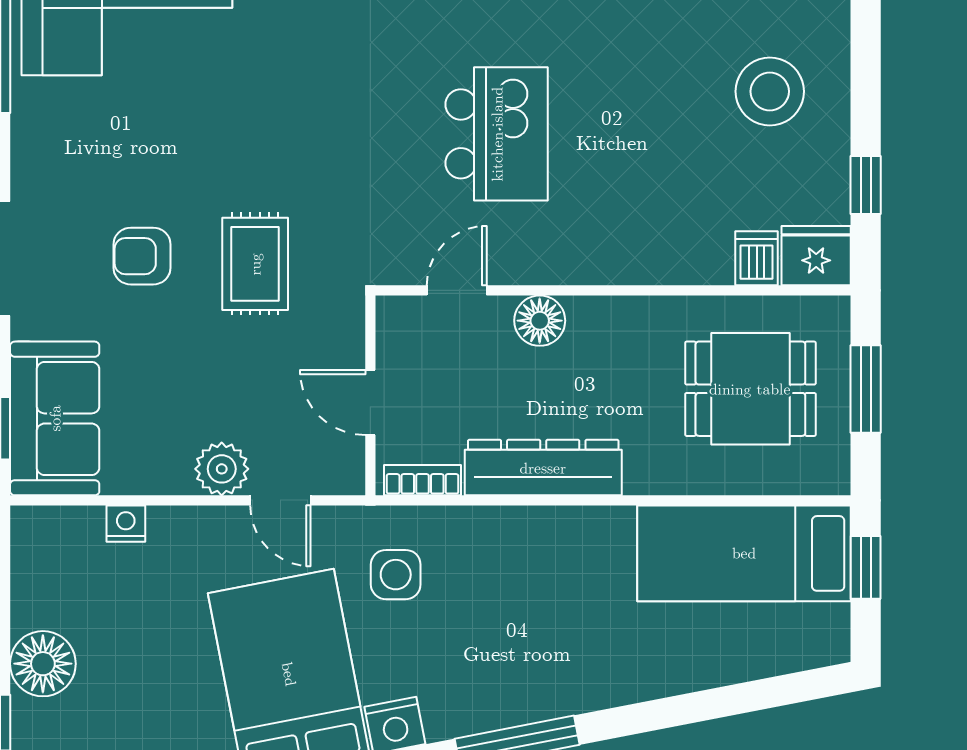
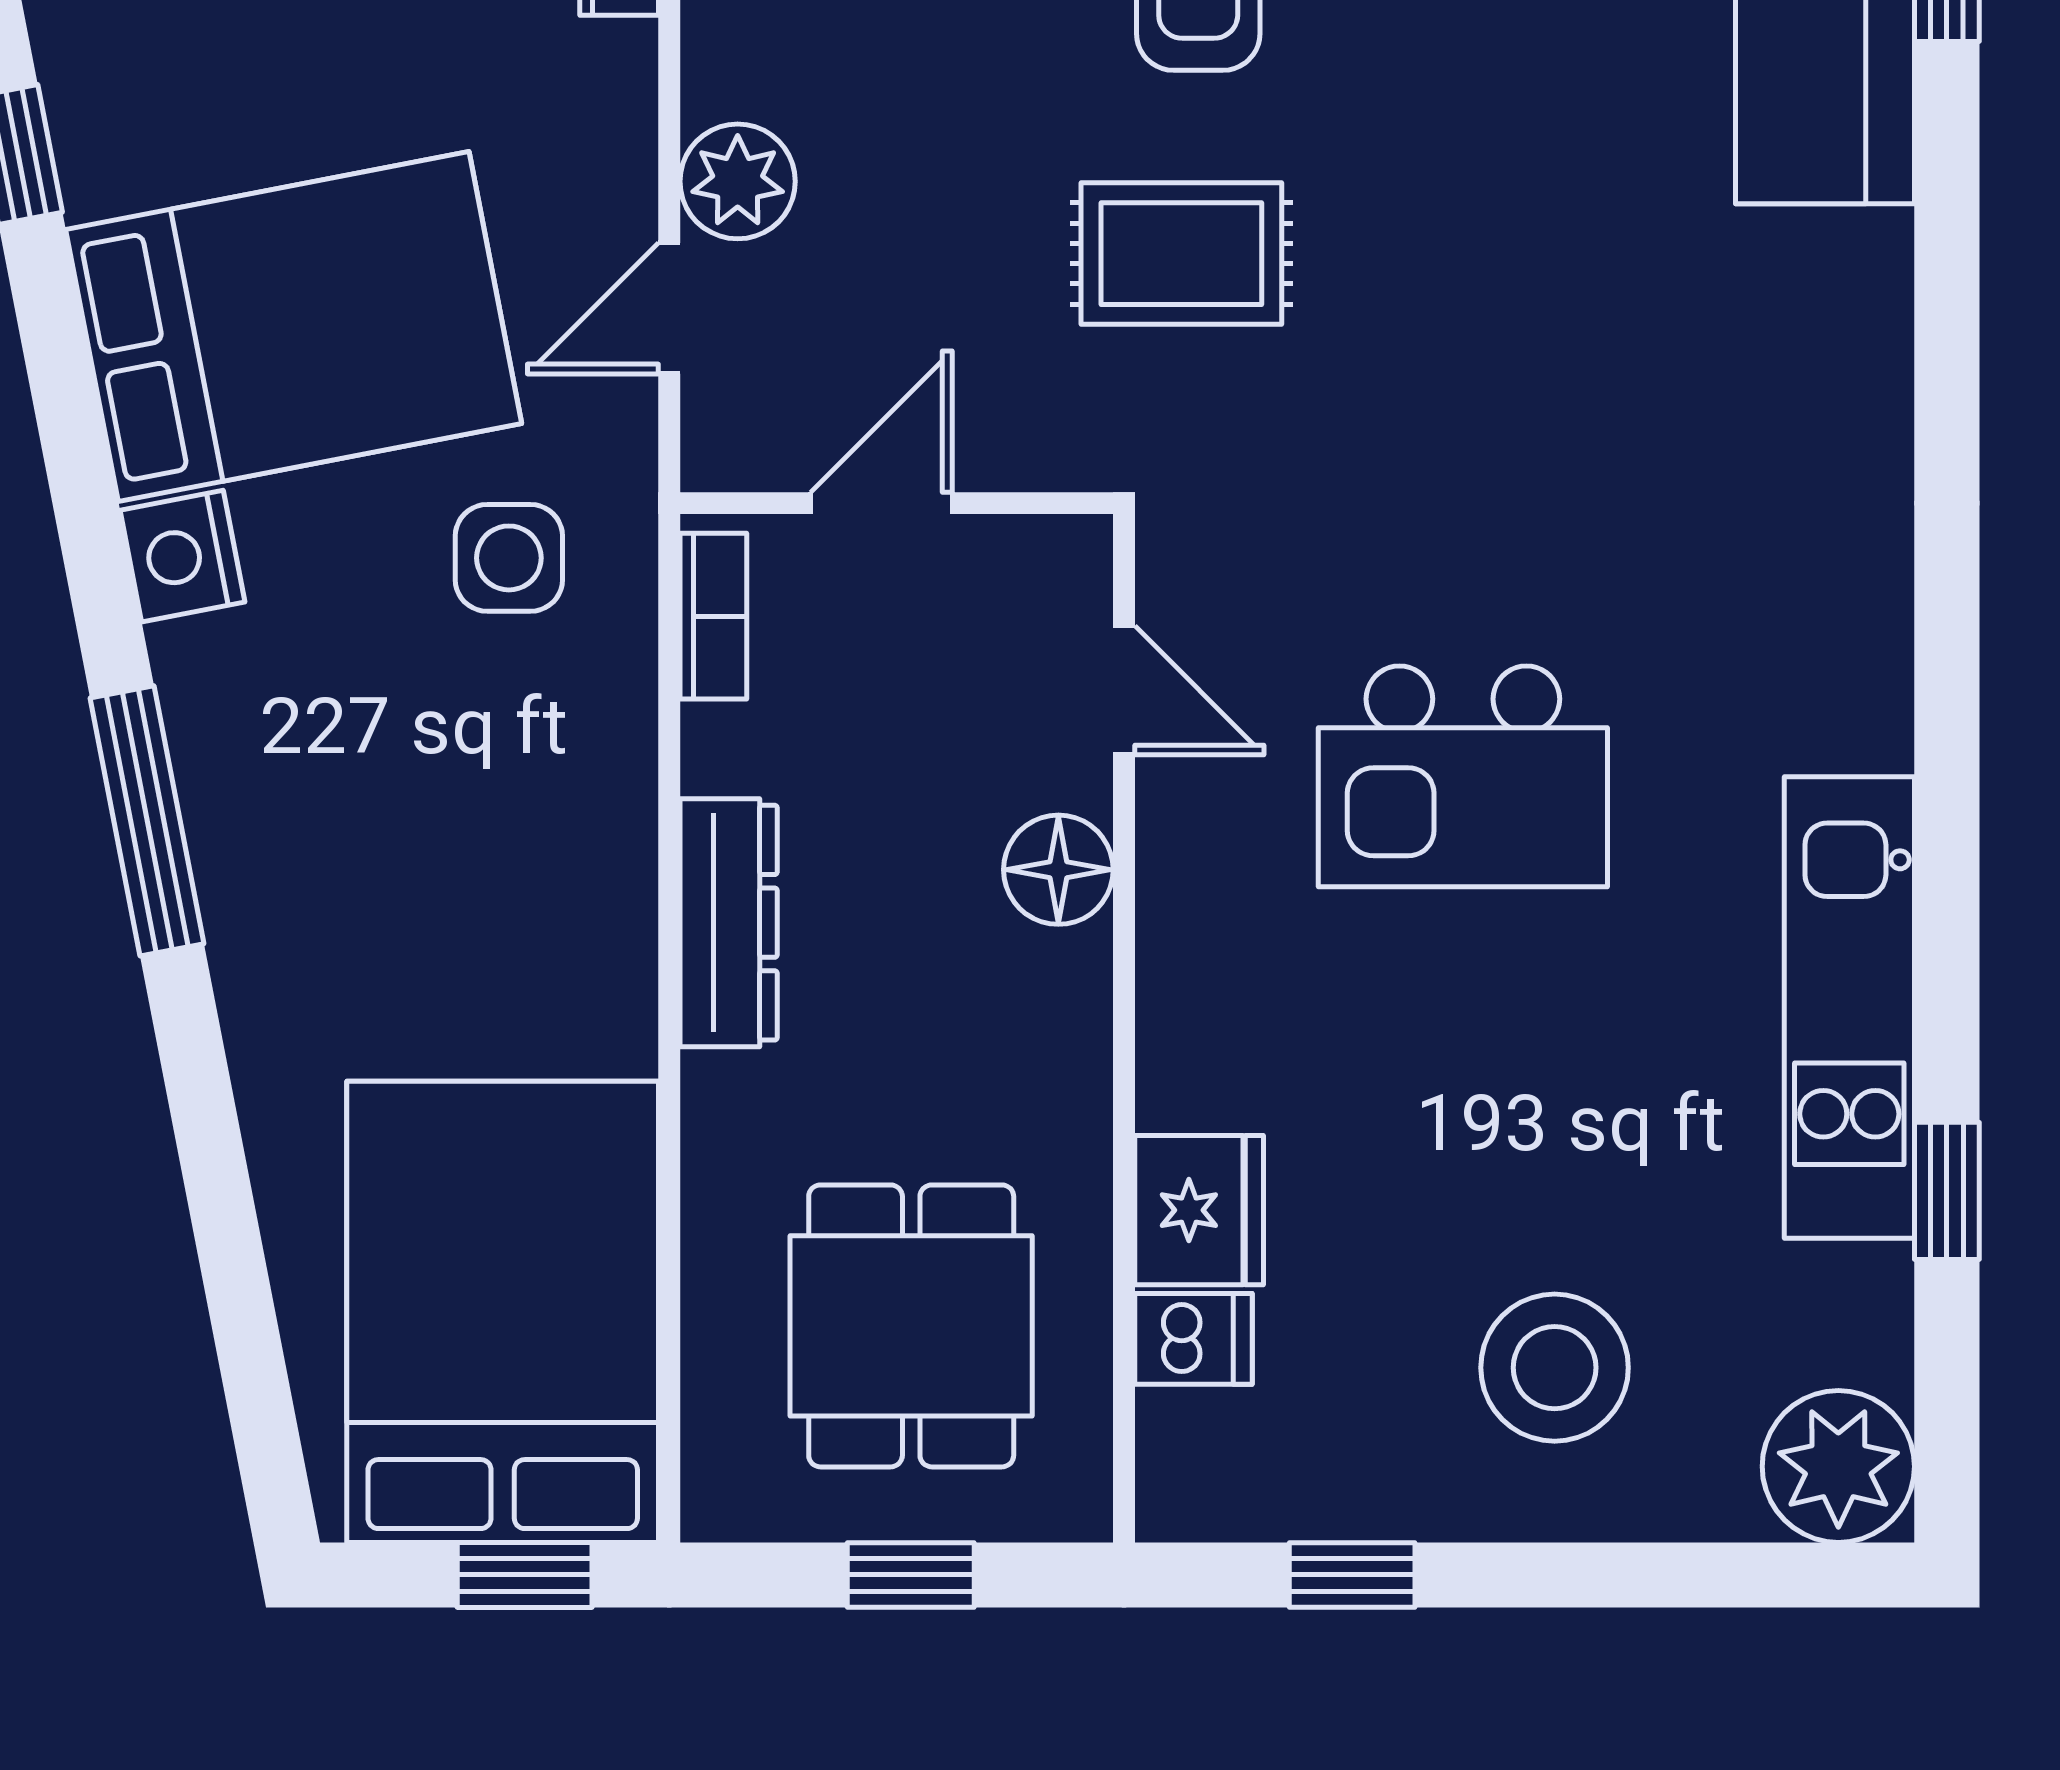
fridge: (816, 256) -> (1199, 1210), moved
window: (866, 389) -> (911, 1575), width x0.67
dresser: (543, 468) -> (729, 923), width x0.73, depth x0.80
bed: (744, 553) -> (503, 1312), width x1.50

